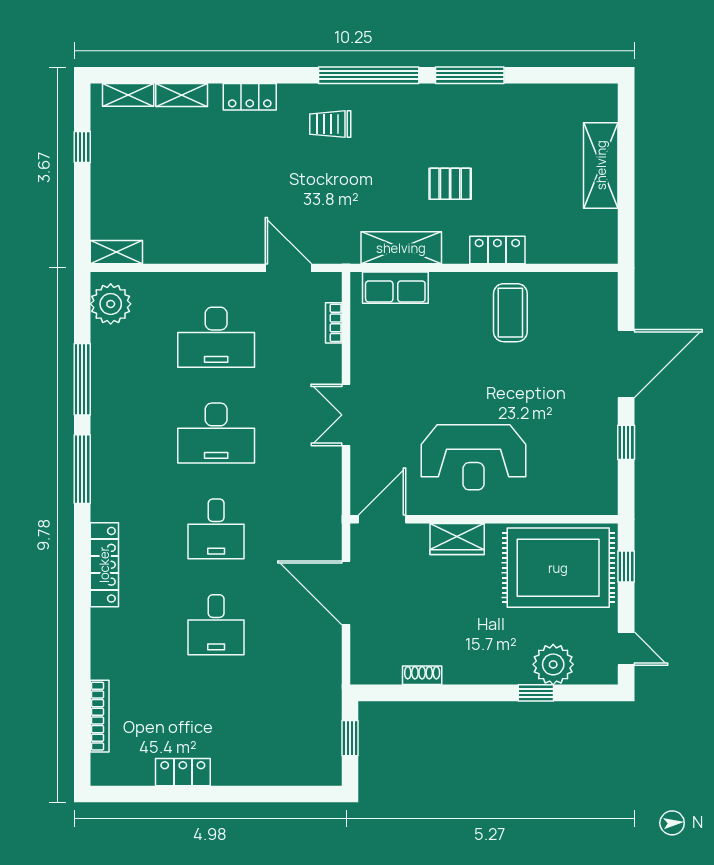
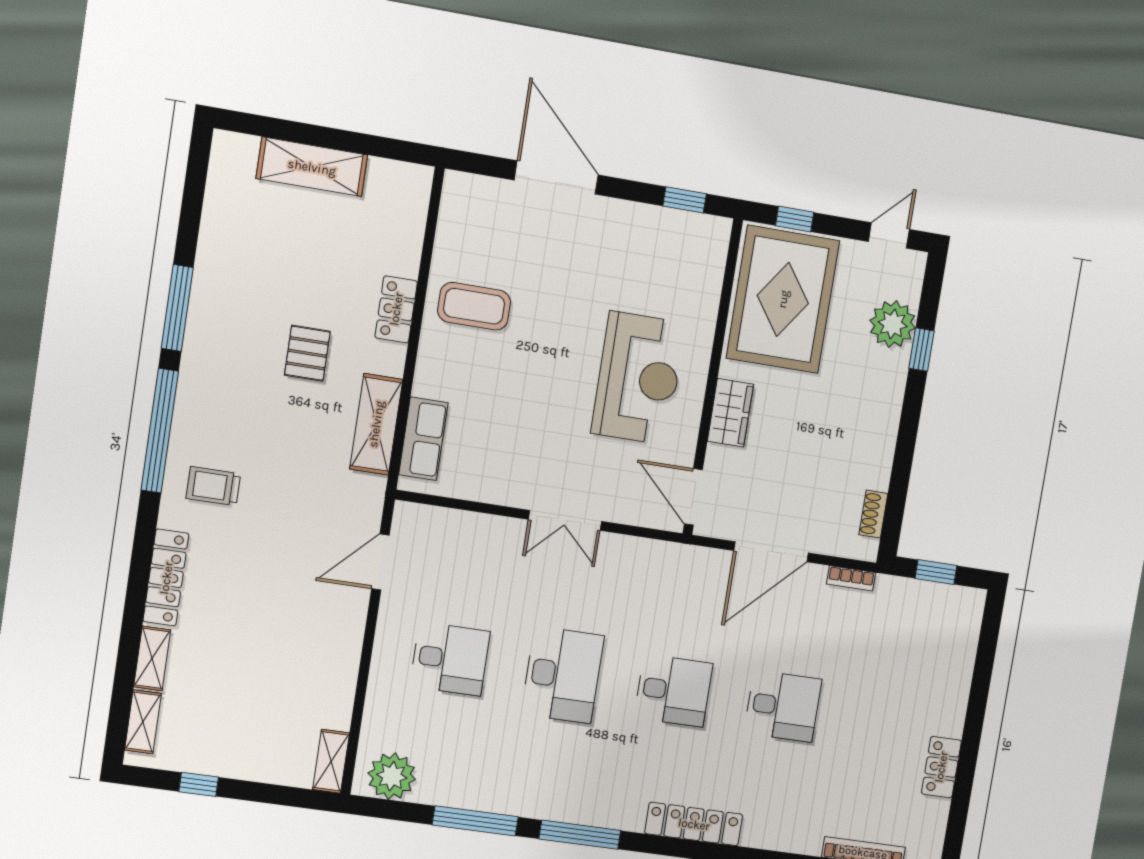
locker: (250, 97) -> (166, 578), width x1.53
trolley: (330, 124) -> (213, 486), turned 90
bookcase: (334, 323) -> (851, 578), moved
desk: (216, 337) -> (450, 659), width x0.73
window: (626, 442) -> (685, 200), moved
shoe rack: (422, 675) -> (873, 514), moved

